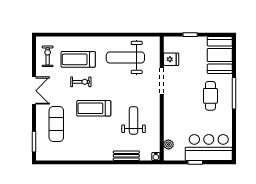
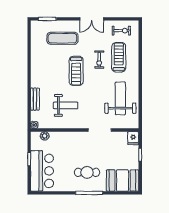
fridge: (171, 59) -> (133, 138), moved
treadmill: (94, 108) -> (76, 71), turned 180

